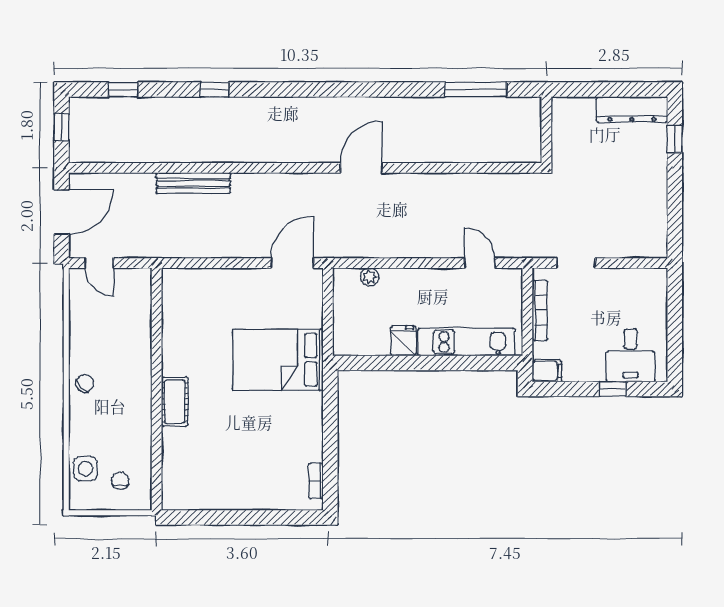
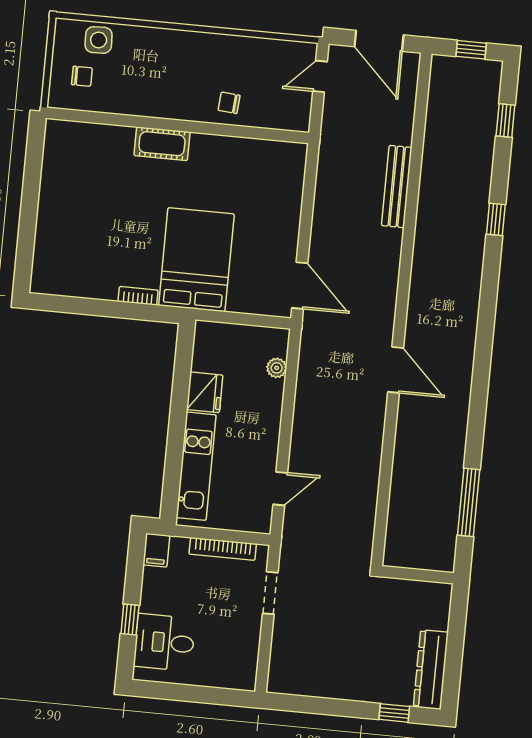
fridge: (403, 341) -> (205, 392), width x1.38
chair: (85, 383) -> (229, 103), moved, turned 140
bookcase: (316, 481) -> (138, 296), moved

